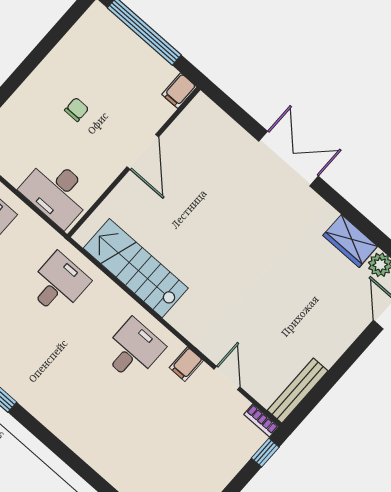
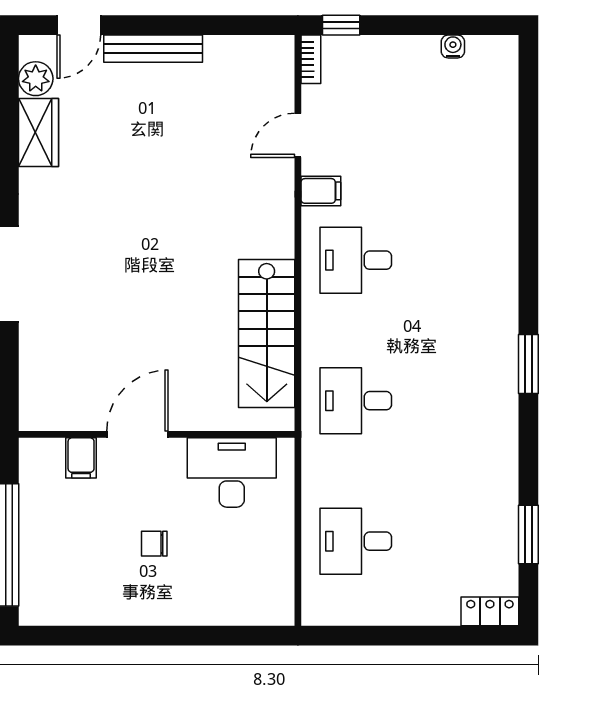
filing cabinet: (179, 91) -> (81, 458), moved, turned 90
desk: (57, 192) -> (232, 472), moved, turned -90
bench: (298, 391) -> (153, 49), moved

